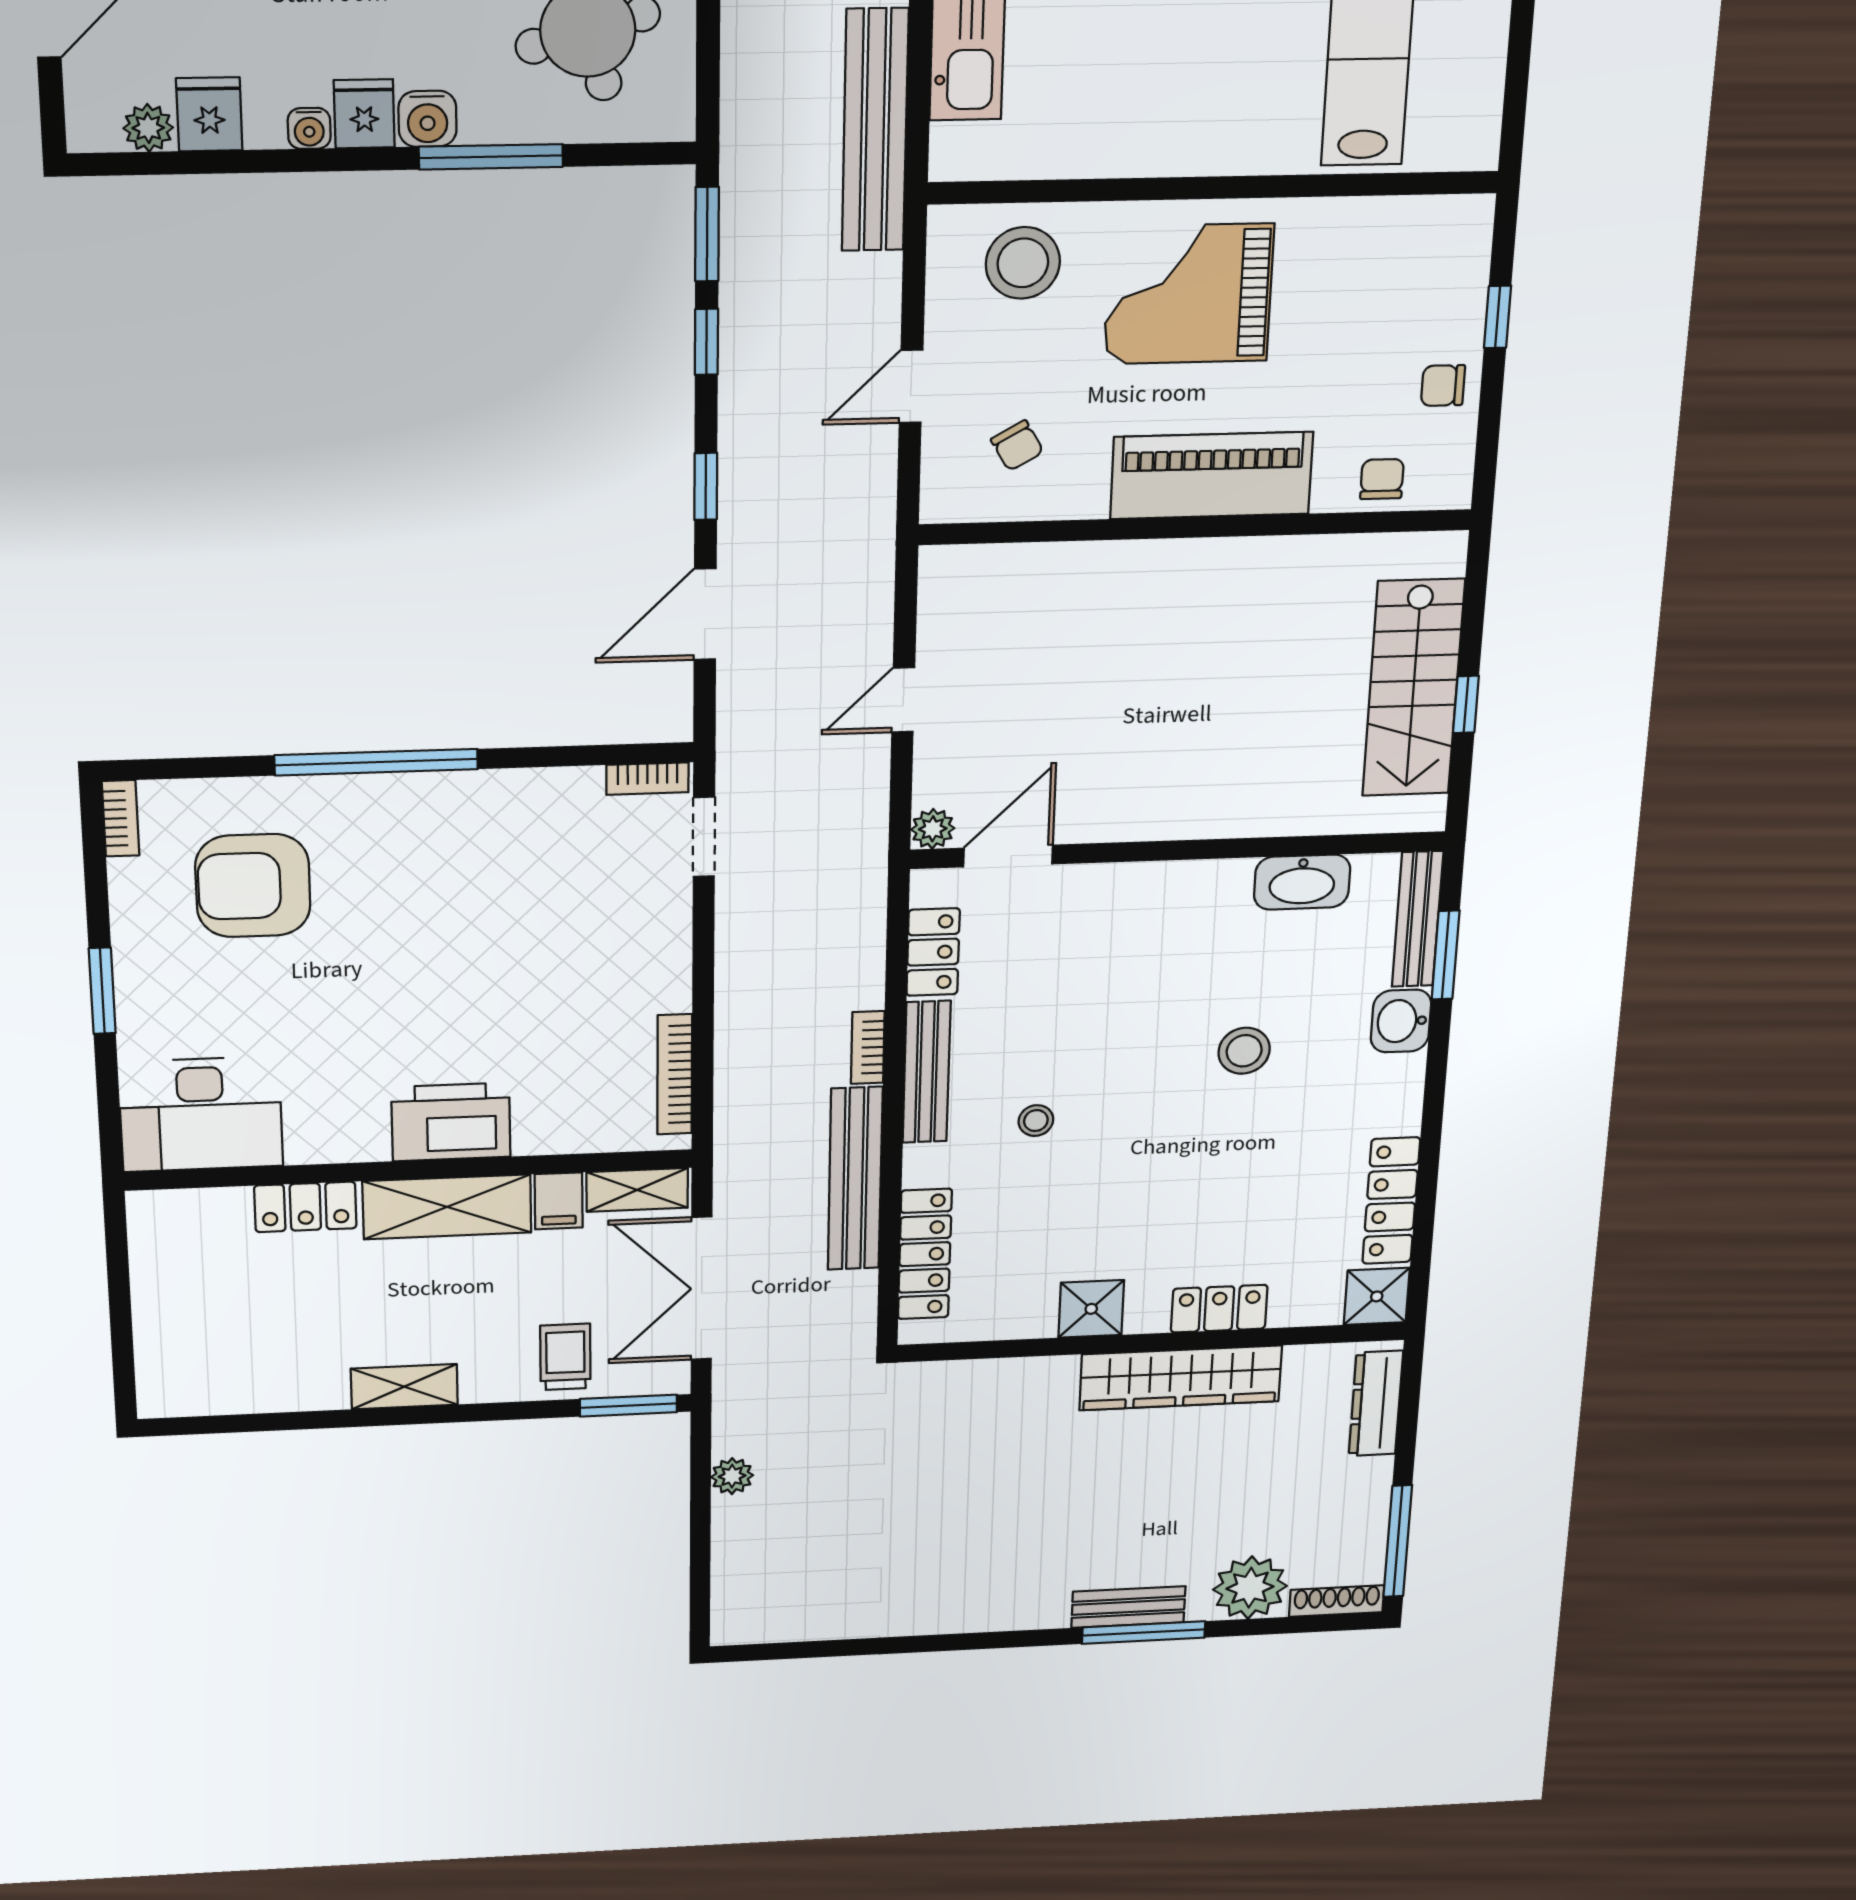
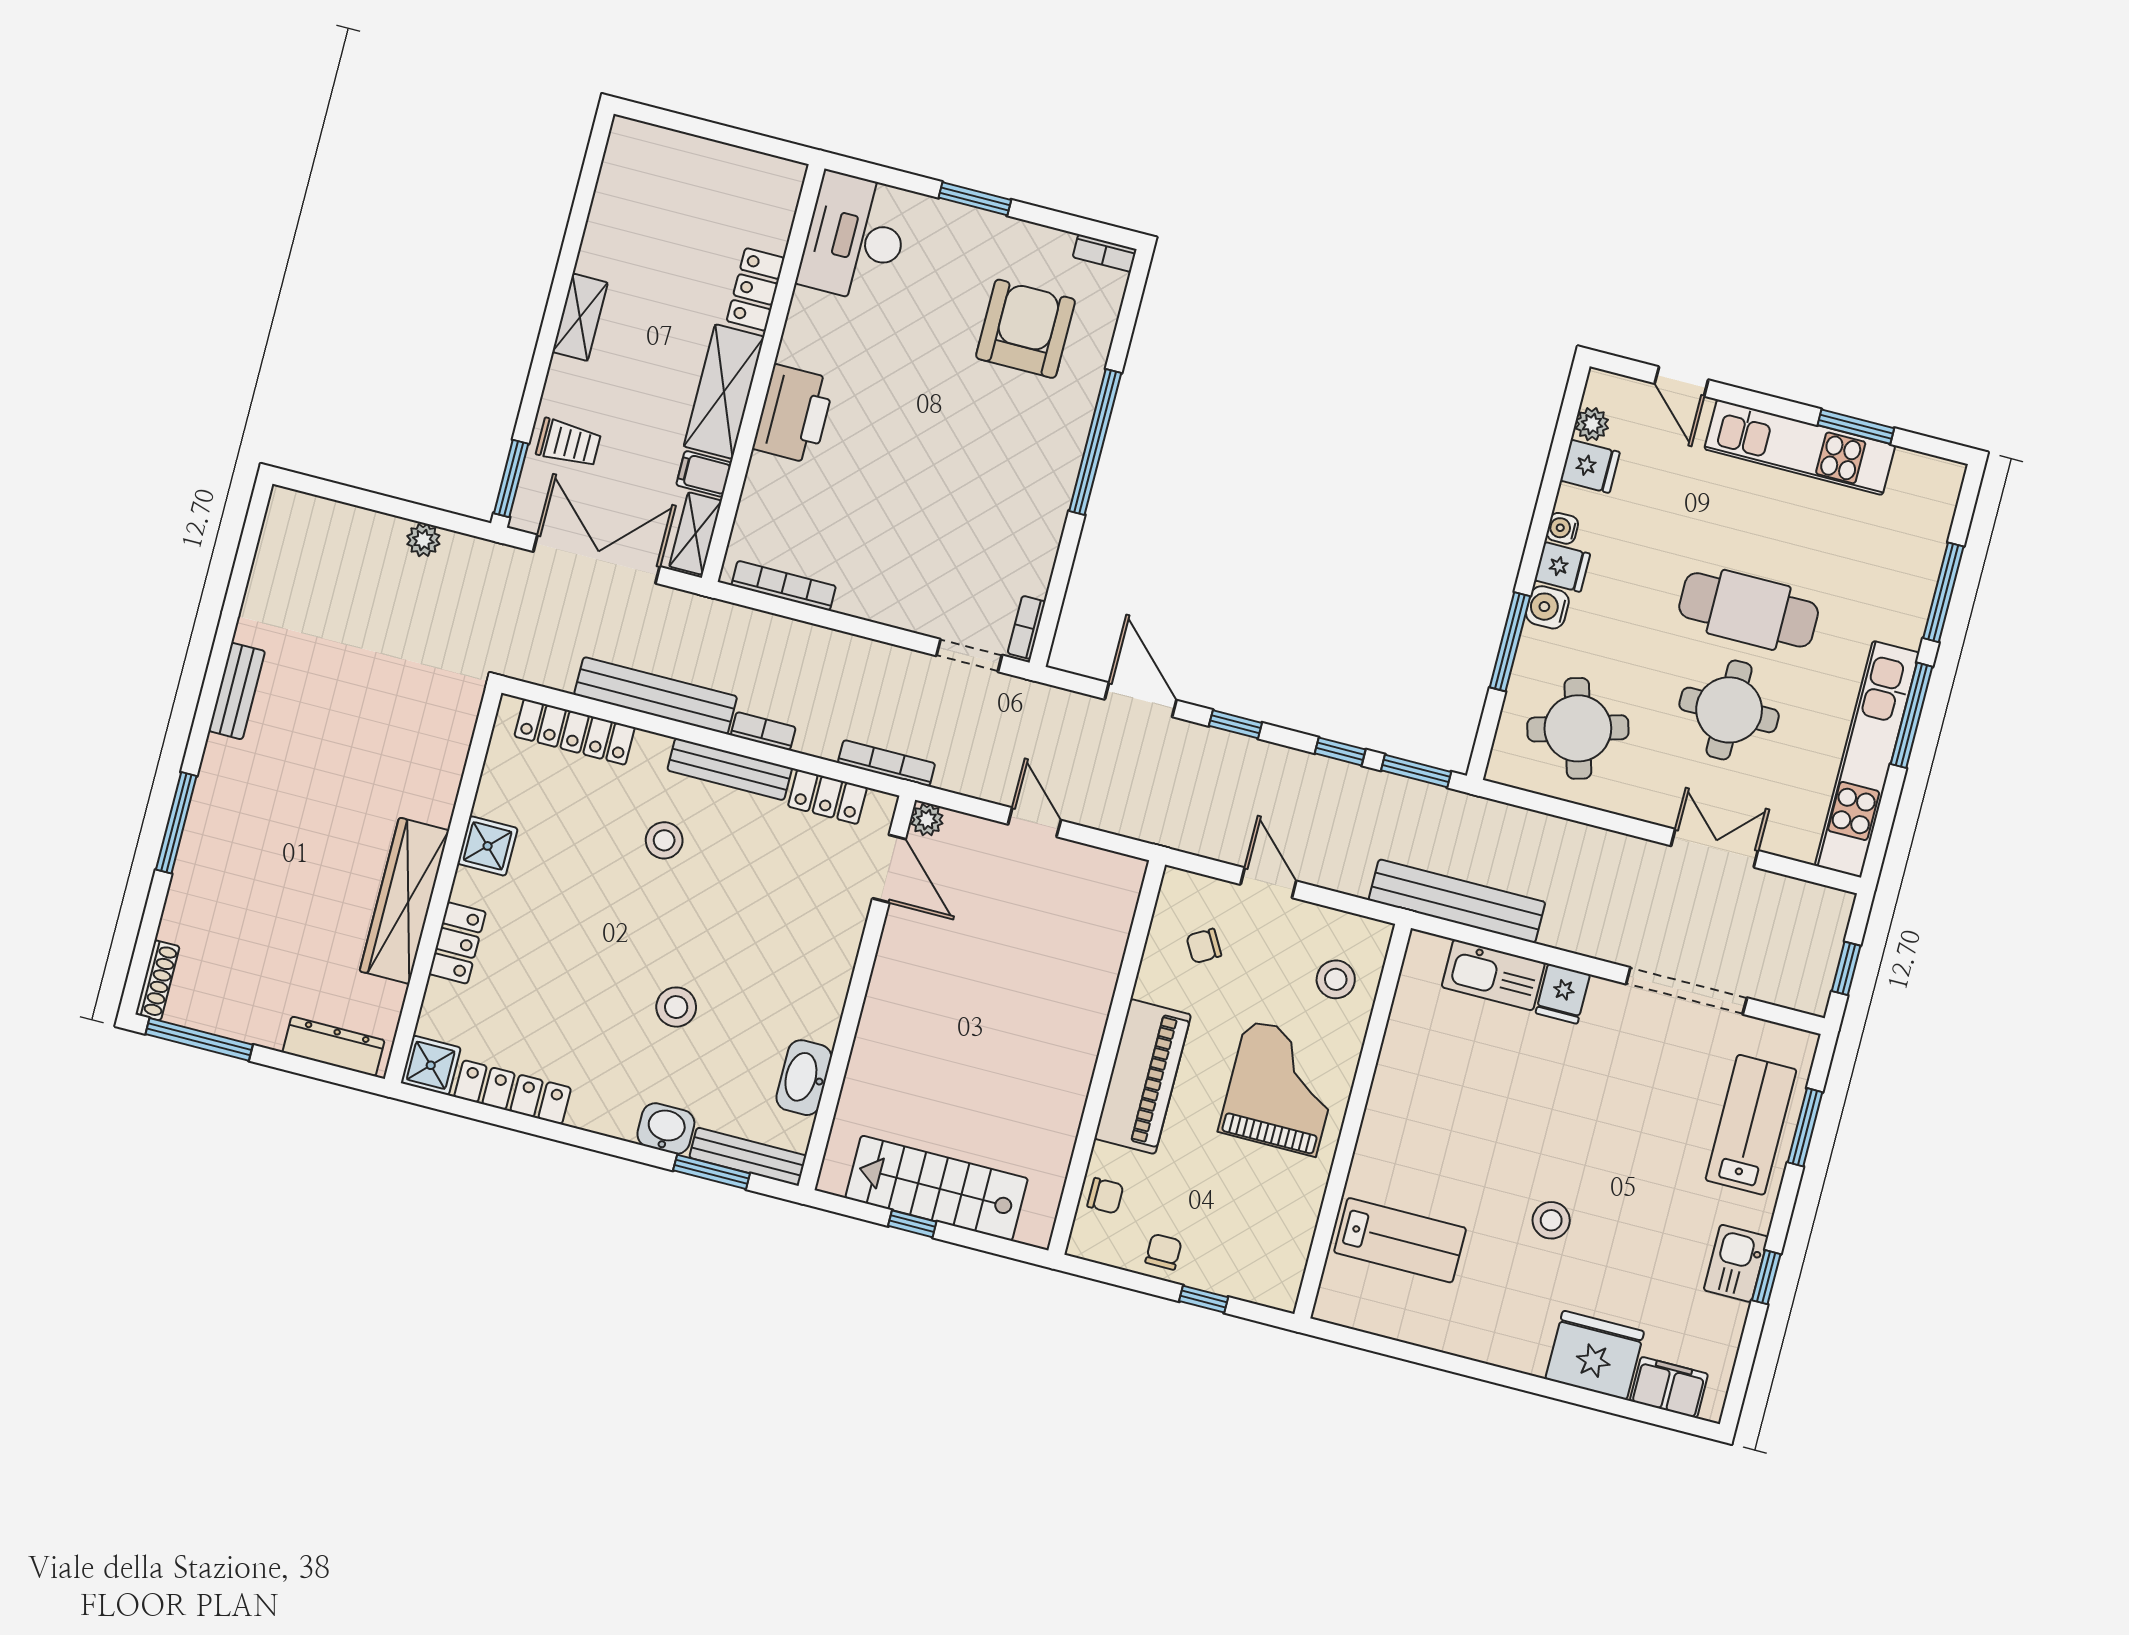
stool: (1023, 263) -> (1336, 979), width x0.73, depth x0.73
bookcase: (871, 896) -> (886, 763), added
stool: (1036, 1121) -> (664, 840), width x1.37, depth x1.37
plant: (1250, 1588) -> (192, 915), removed
bench: (1128, 1607) -> (237, 691), moved

